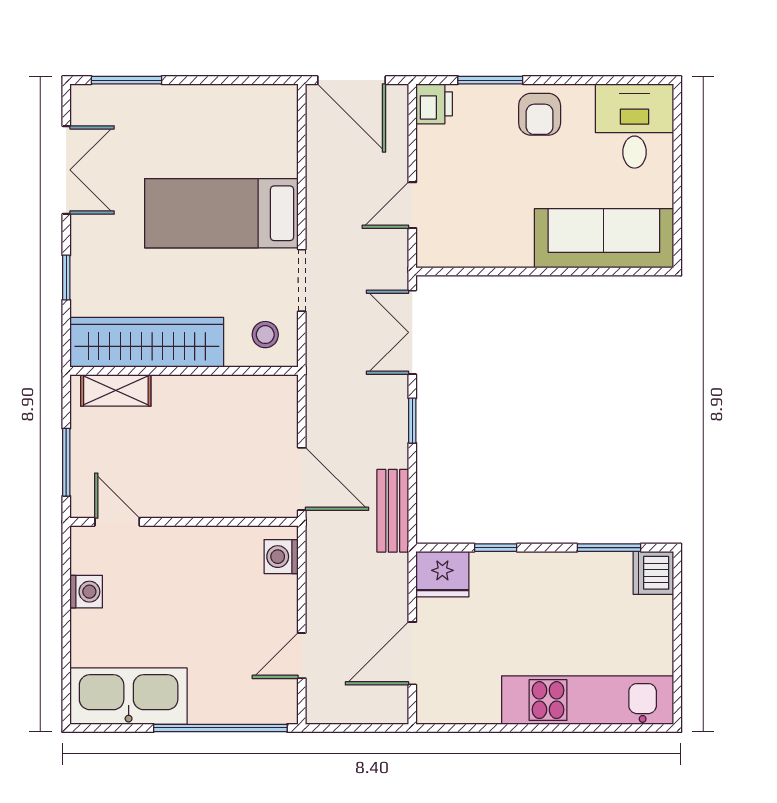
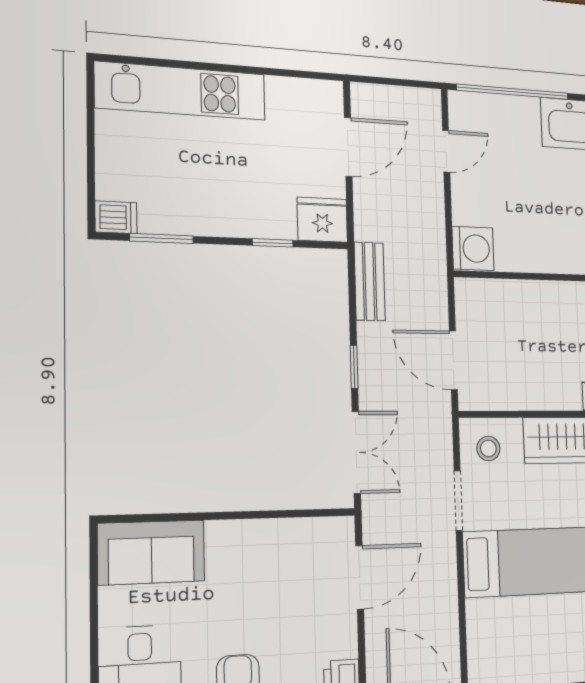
door: (412, 205) -> (360, 577), width x1.38
sofa: (604, 238) -> (151, 552), width x0.73
door: (302, 479) -> (453, 360), moved
washing machine: (281, 557) -> (473, 248), width x1.38, depth x1.38
dishwasher: (653, 573) -> (116, 217), width x0.73

